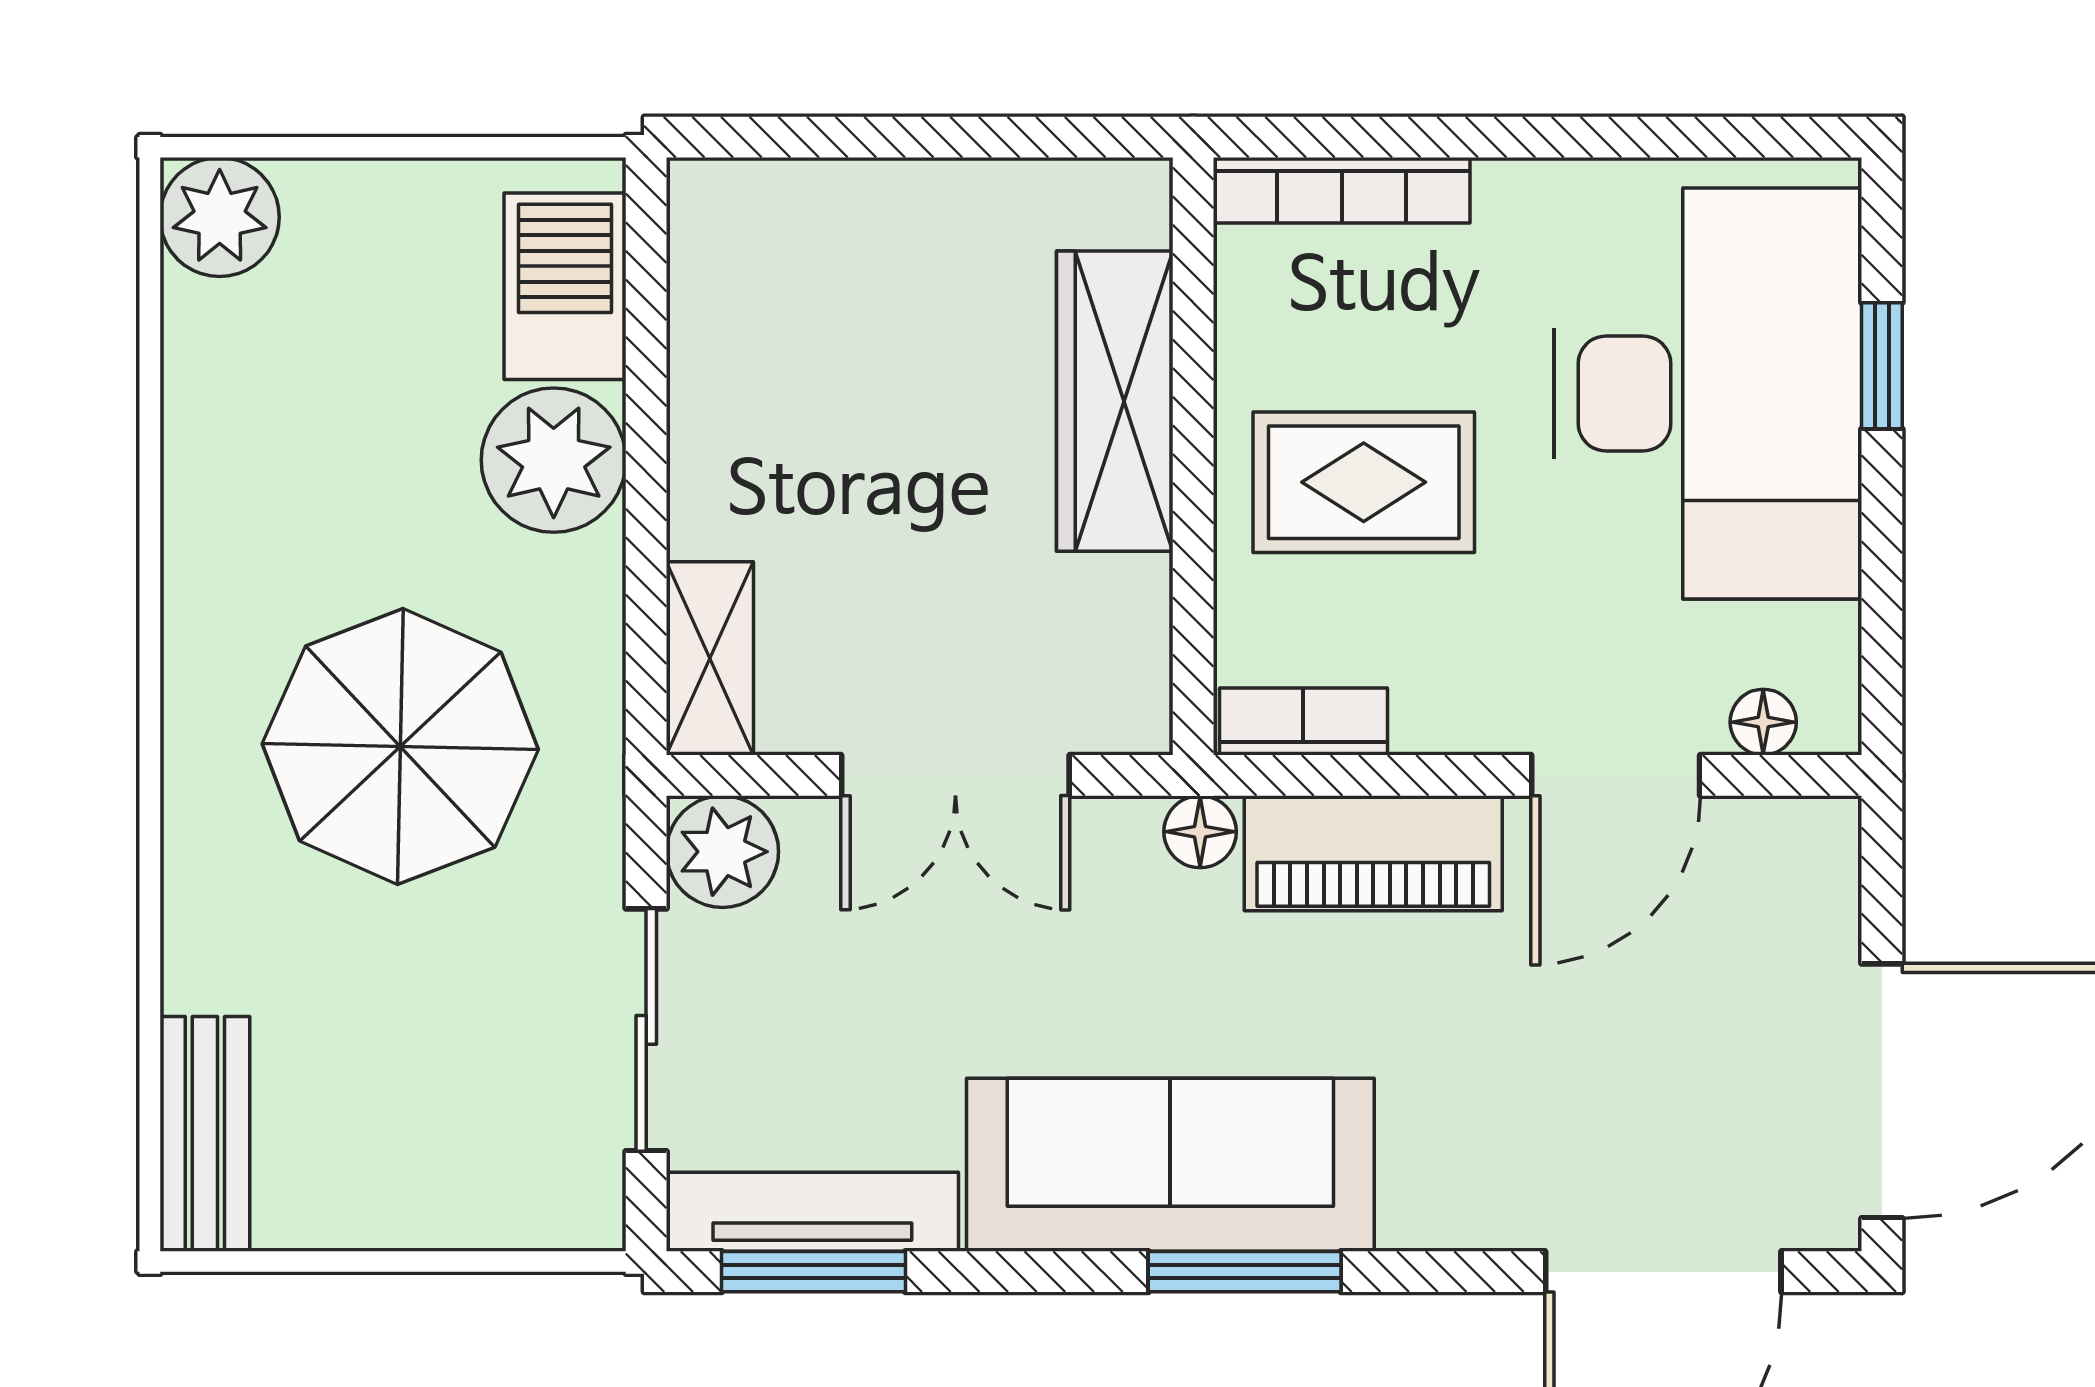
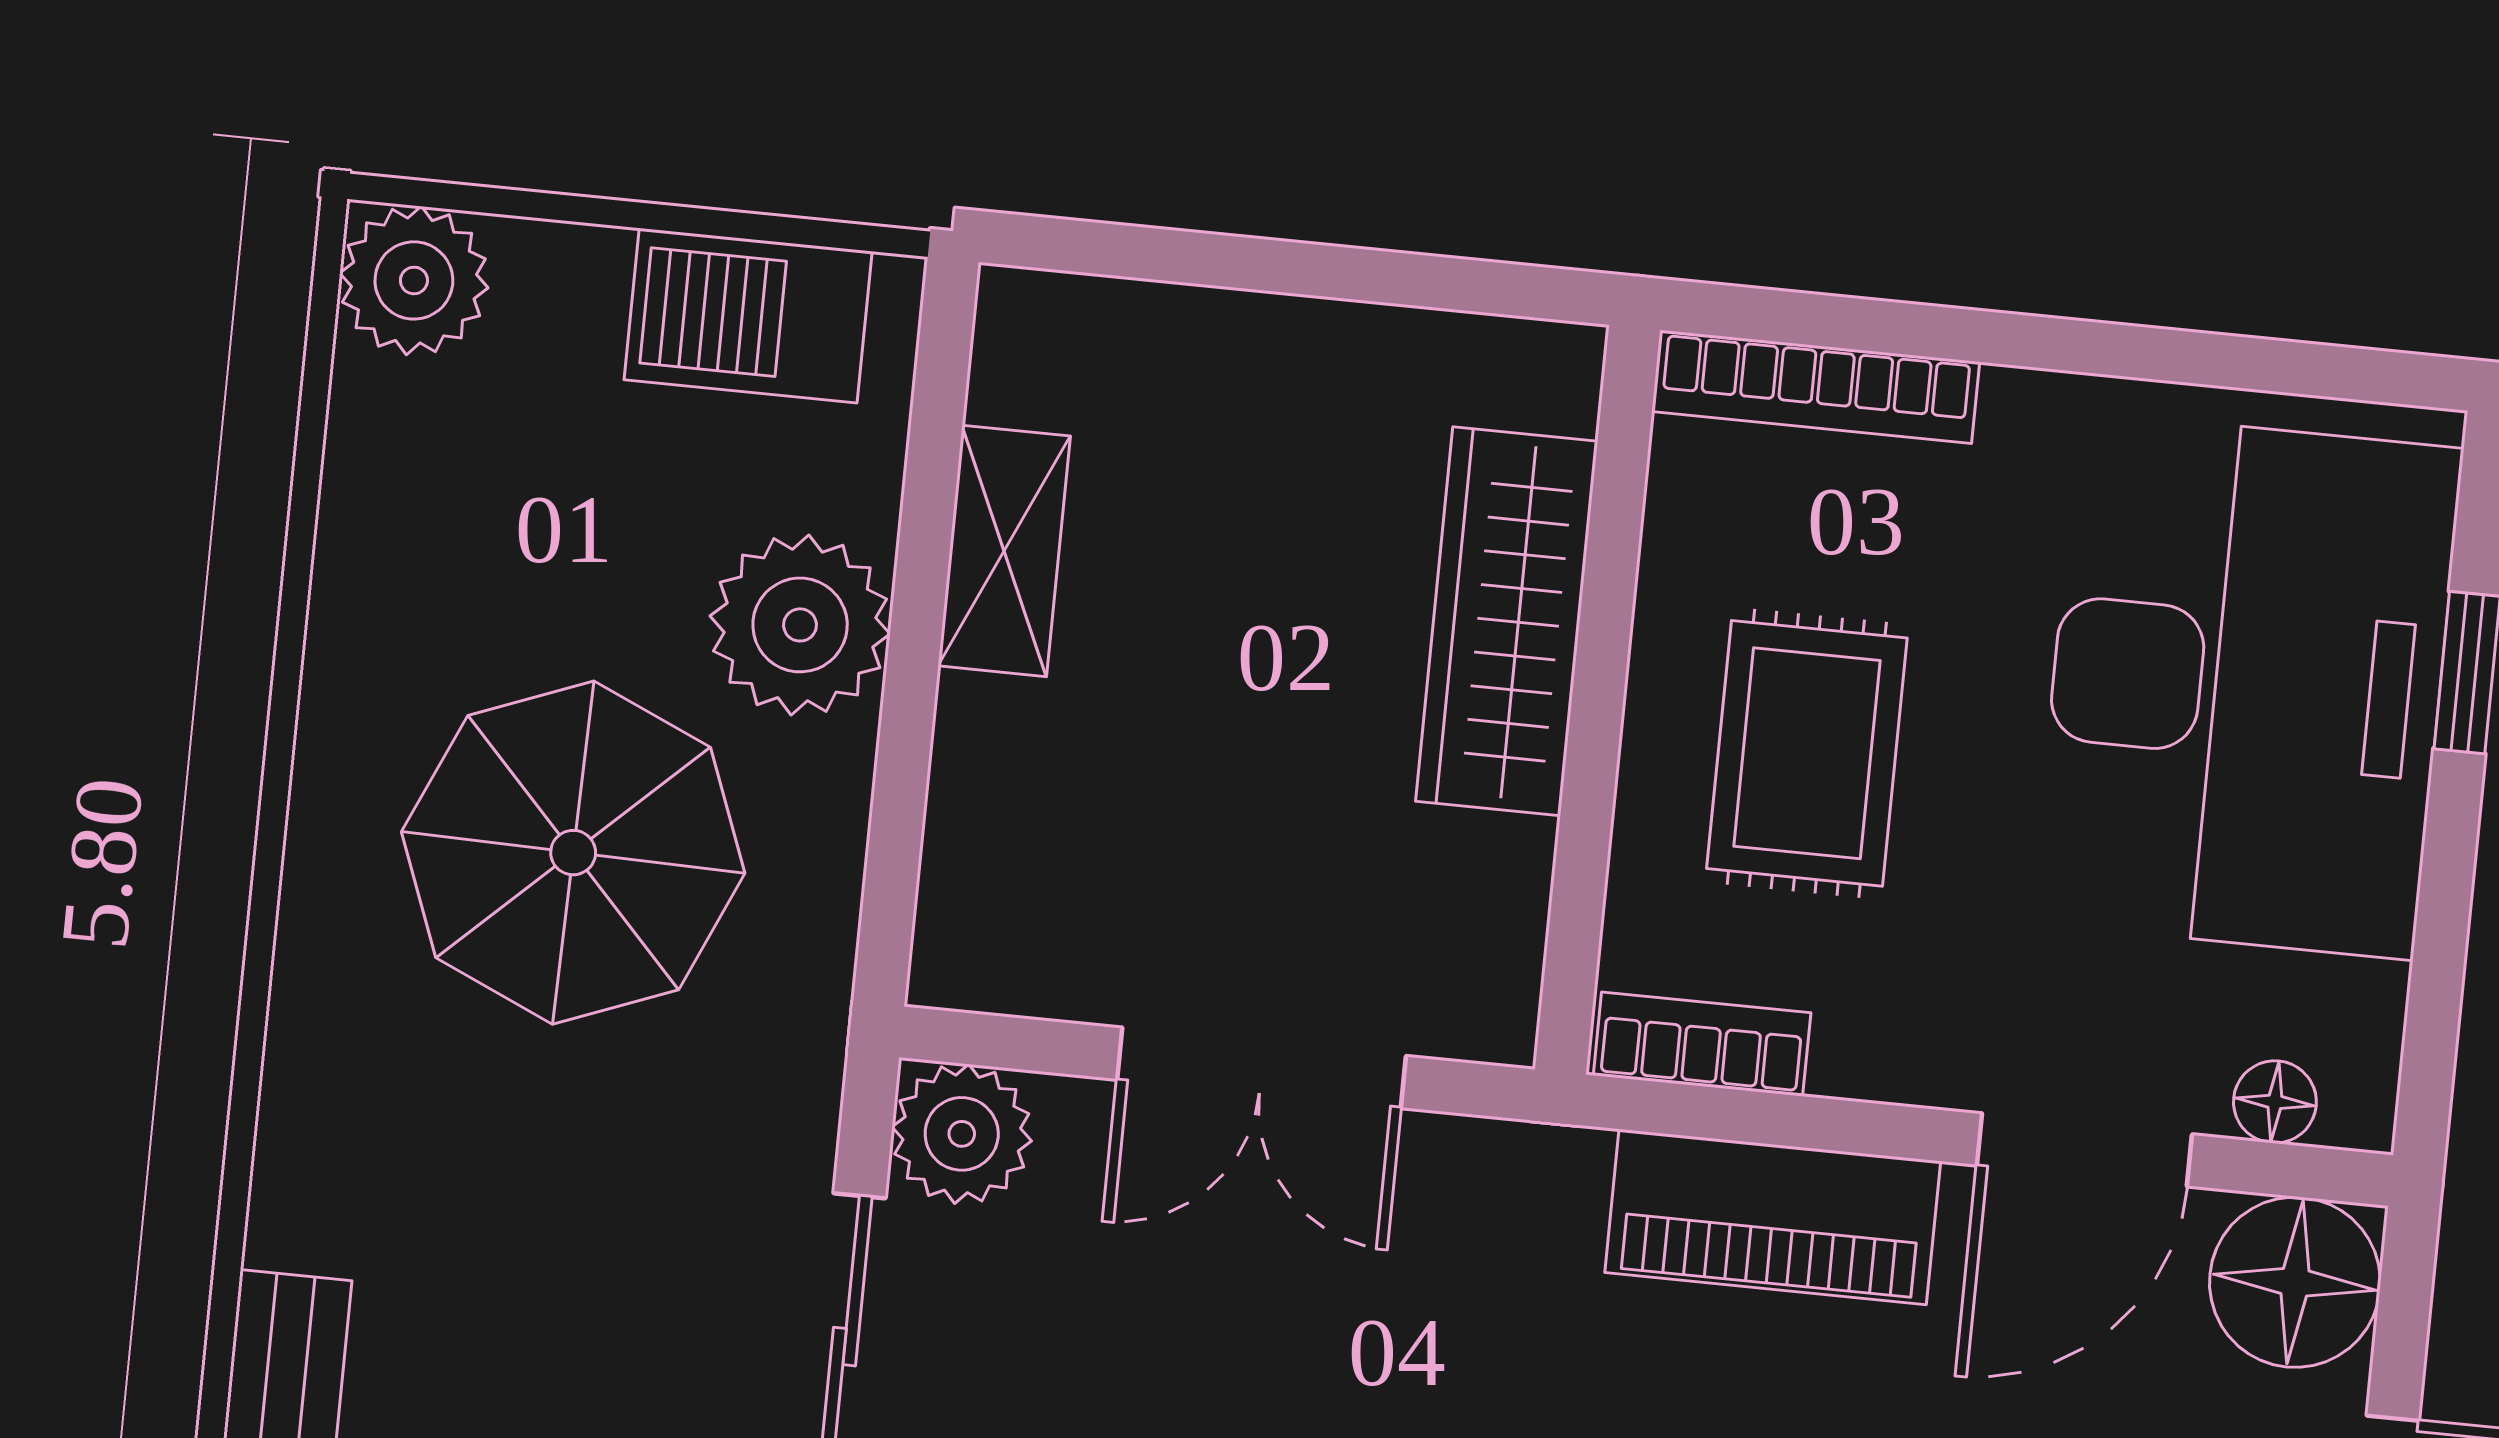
barbecue: (565, 286) -> (748, 316), moved, turned -90
rug: (1364, 482) -> (1807, 753), turned 90
shelving: (710, 658) -> (1004, 551), moved
parasol: (400, 747) -> (573, 853), moved
floor lamp: (1200, 832) -> (2295, 1282), moved, width x1.89, depth x1.89

